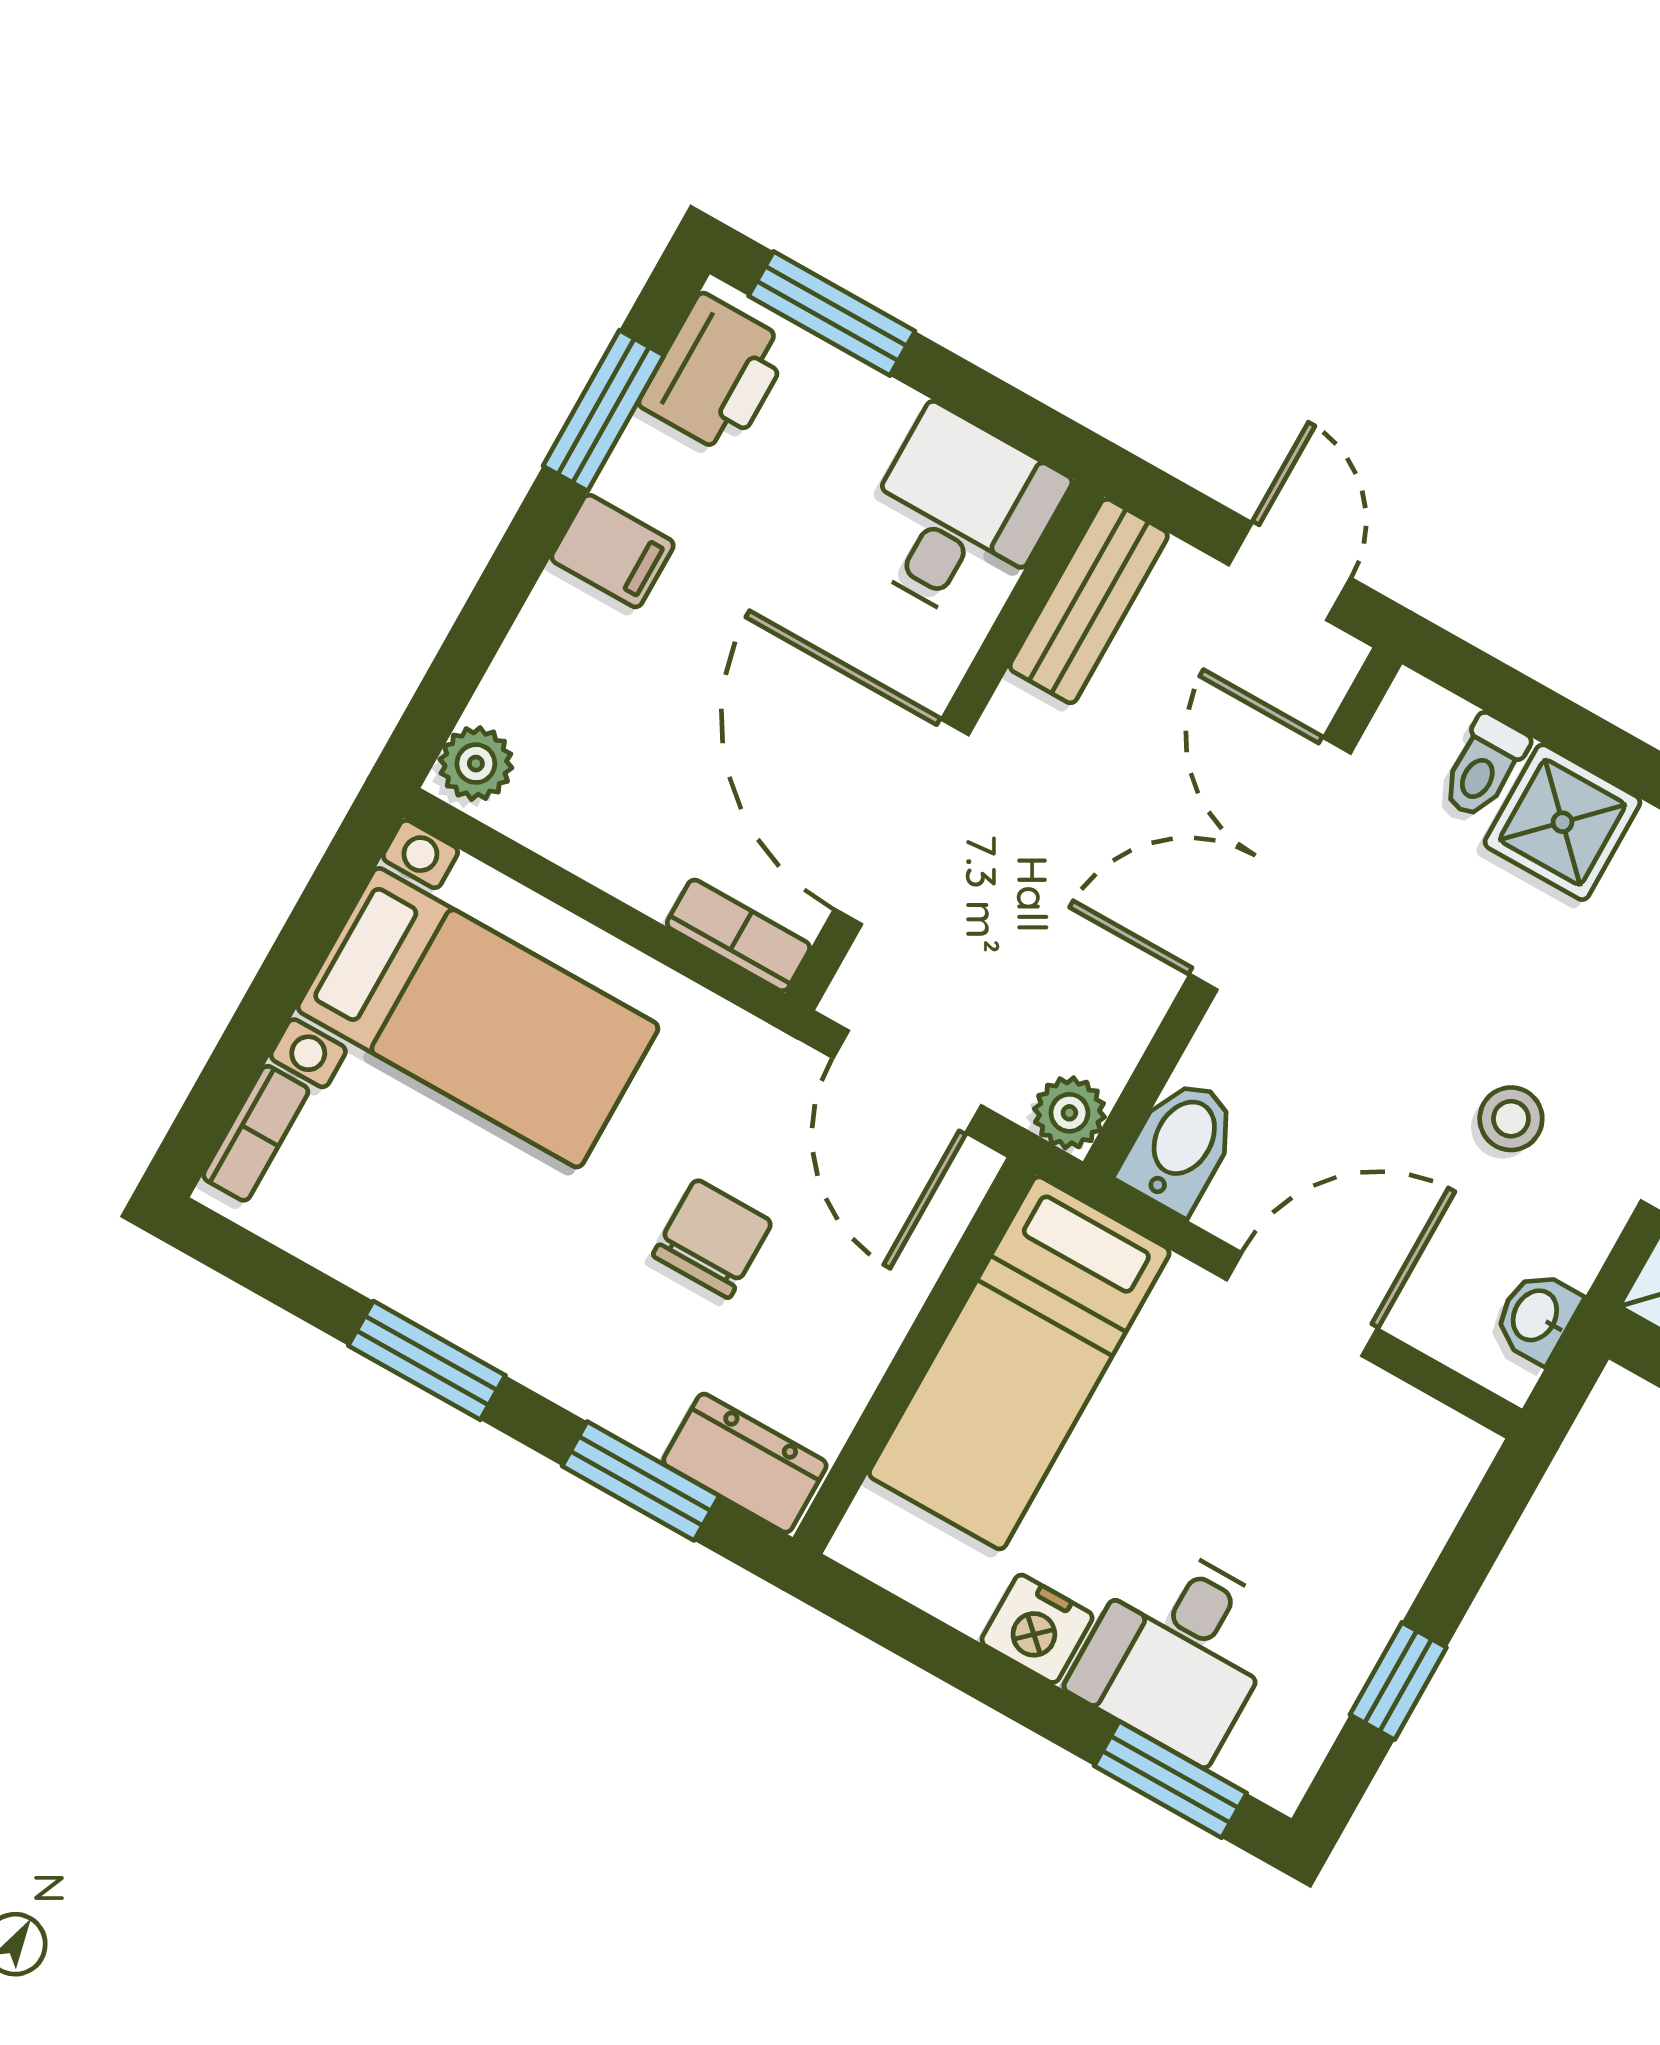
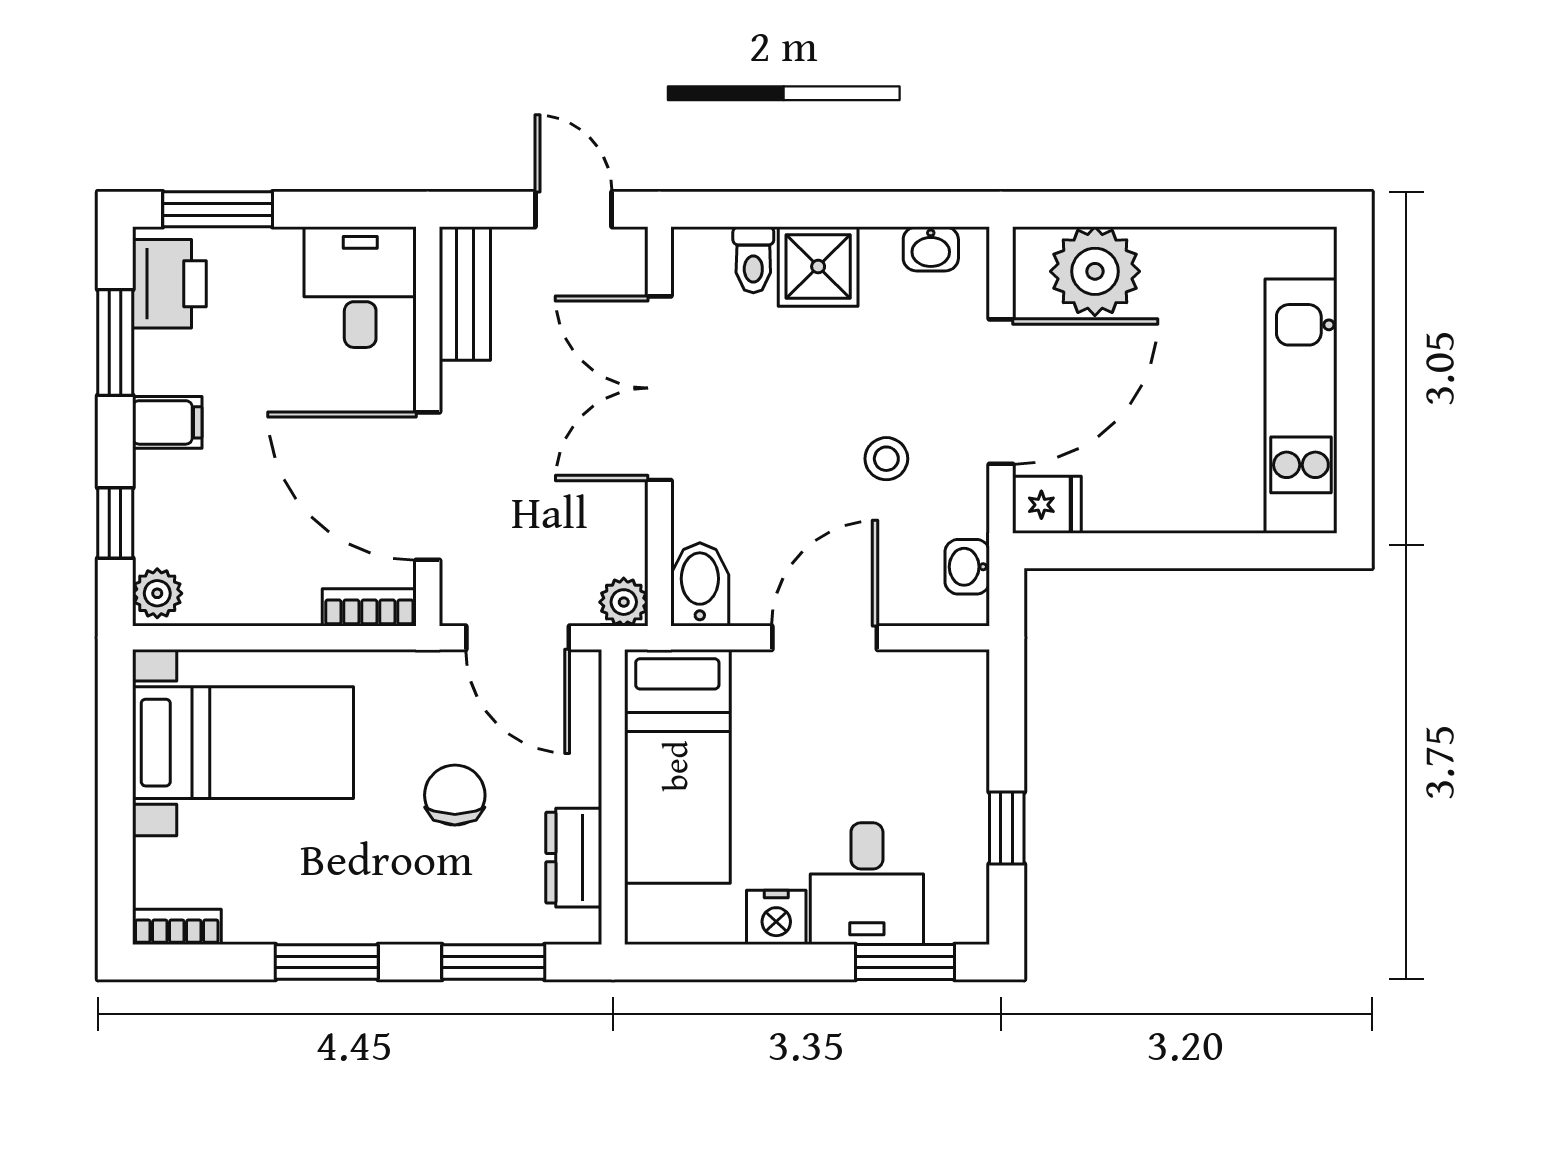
window: (473, 643) -> (115, 523), added
bookcase: (256, 1133) -> (177, 927), moved, turned -90
dresser: (745, 1463) -> (574, 858), moved, turned -90

